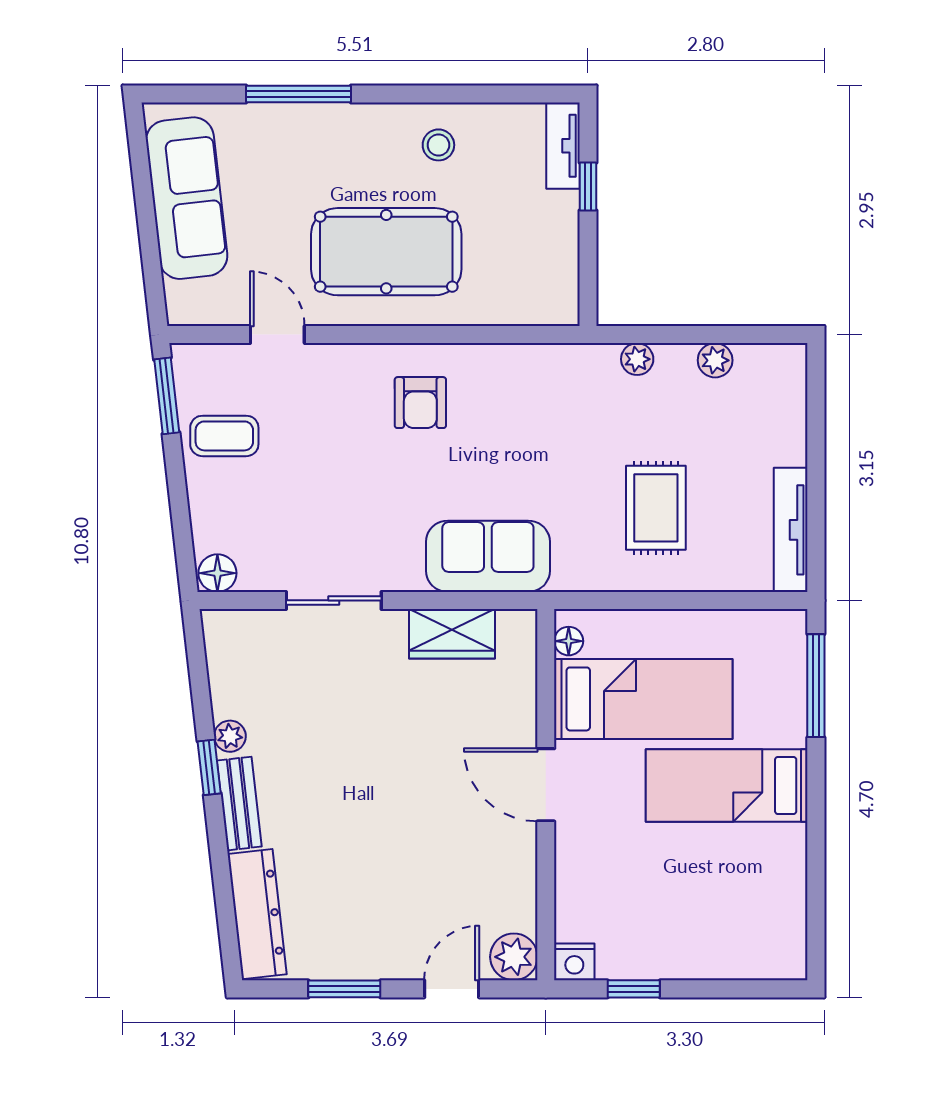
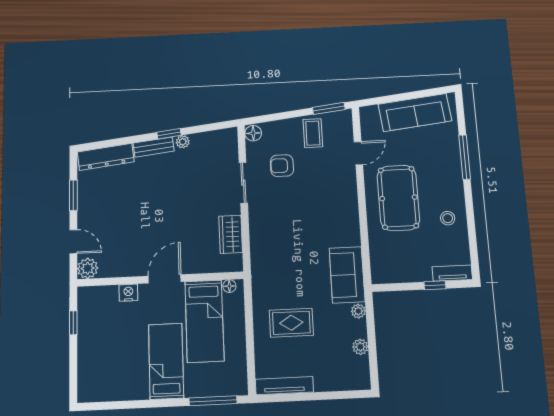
armchair: (420, 403) -> (282, 166), moved
sofa: (488, 556) -> (347, 275), moved, turned 180
nightstand: (574, 962) -> (128, 293), moved, turned 90

